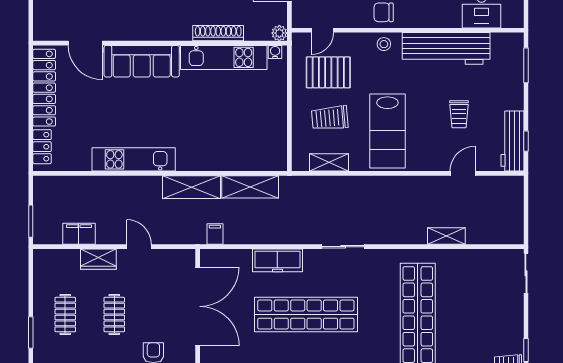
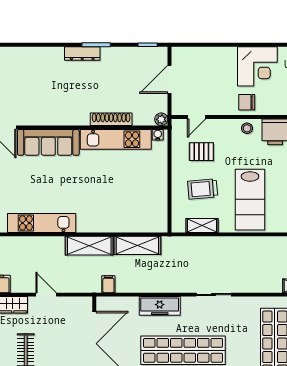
pallet: (328, 72) -> (201, 152), width x0.67, depth x0.71

